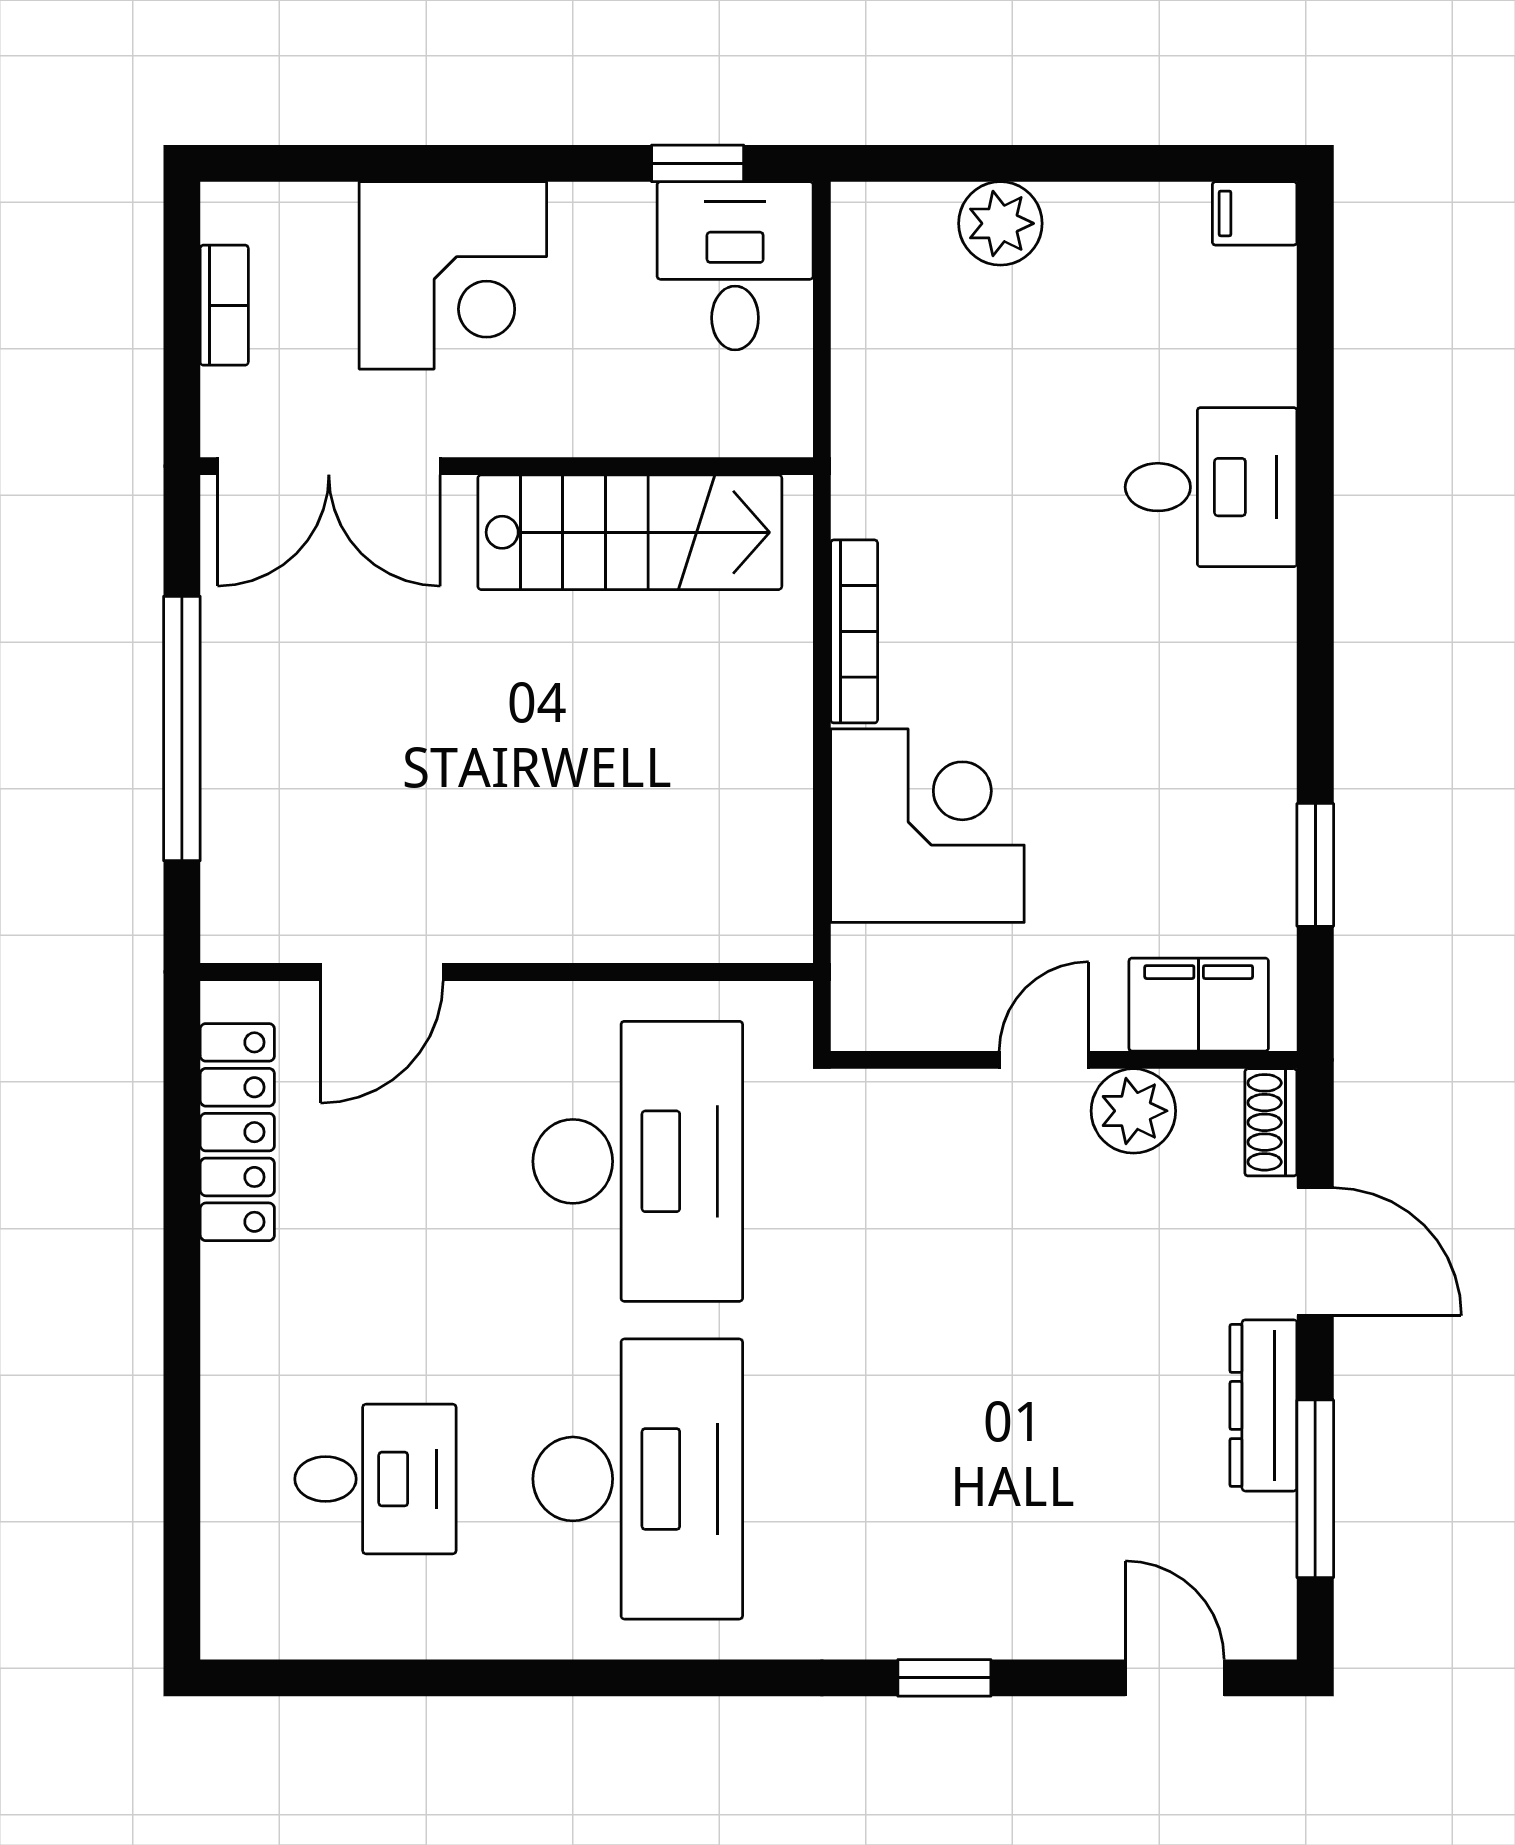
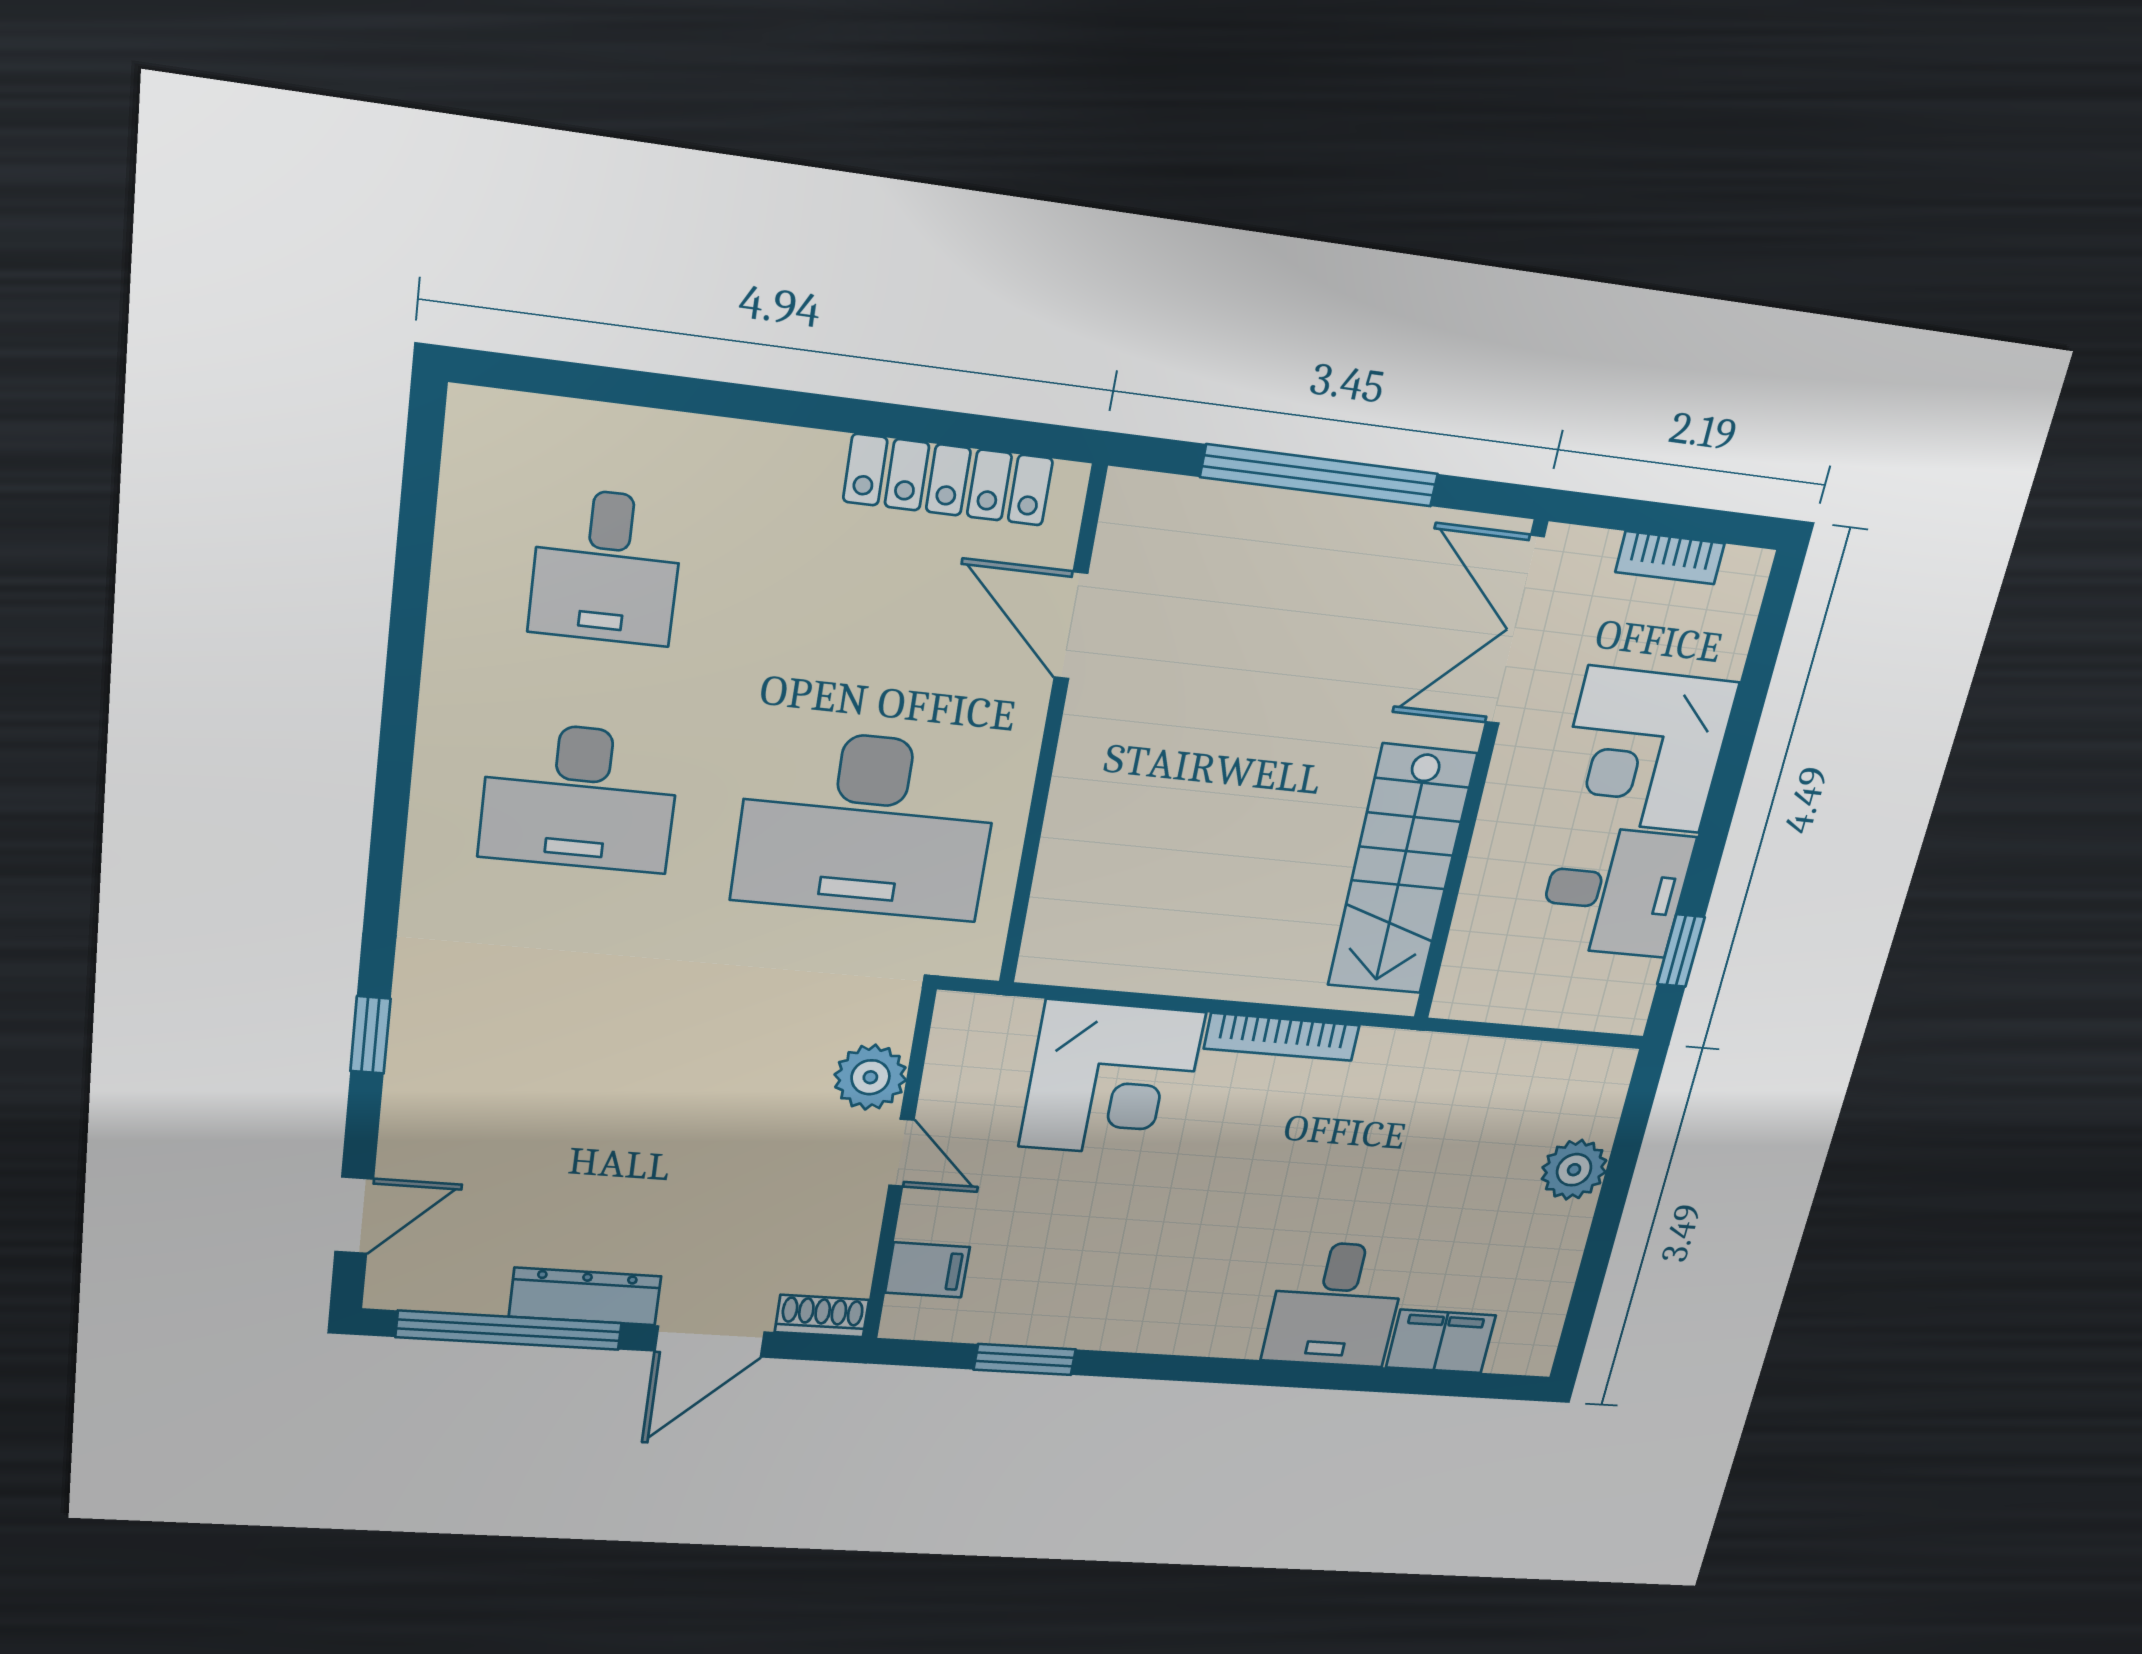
filing cabinet: (1255, 213) -> (1441, 1341), moved, width x2.00
desk: (735, 266) -> (1615, 891), moved
filing cabinet: (1199, 1005) -> (927, 1270), width x0.50
plant: (1133, 1111) -> (870, 1077), moved
desk: (638, 1479) -> (580, 797), width x0.73, depth x0.77
window: (1315, 1489) -> (509, 1330), width x1.46

